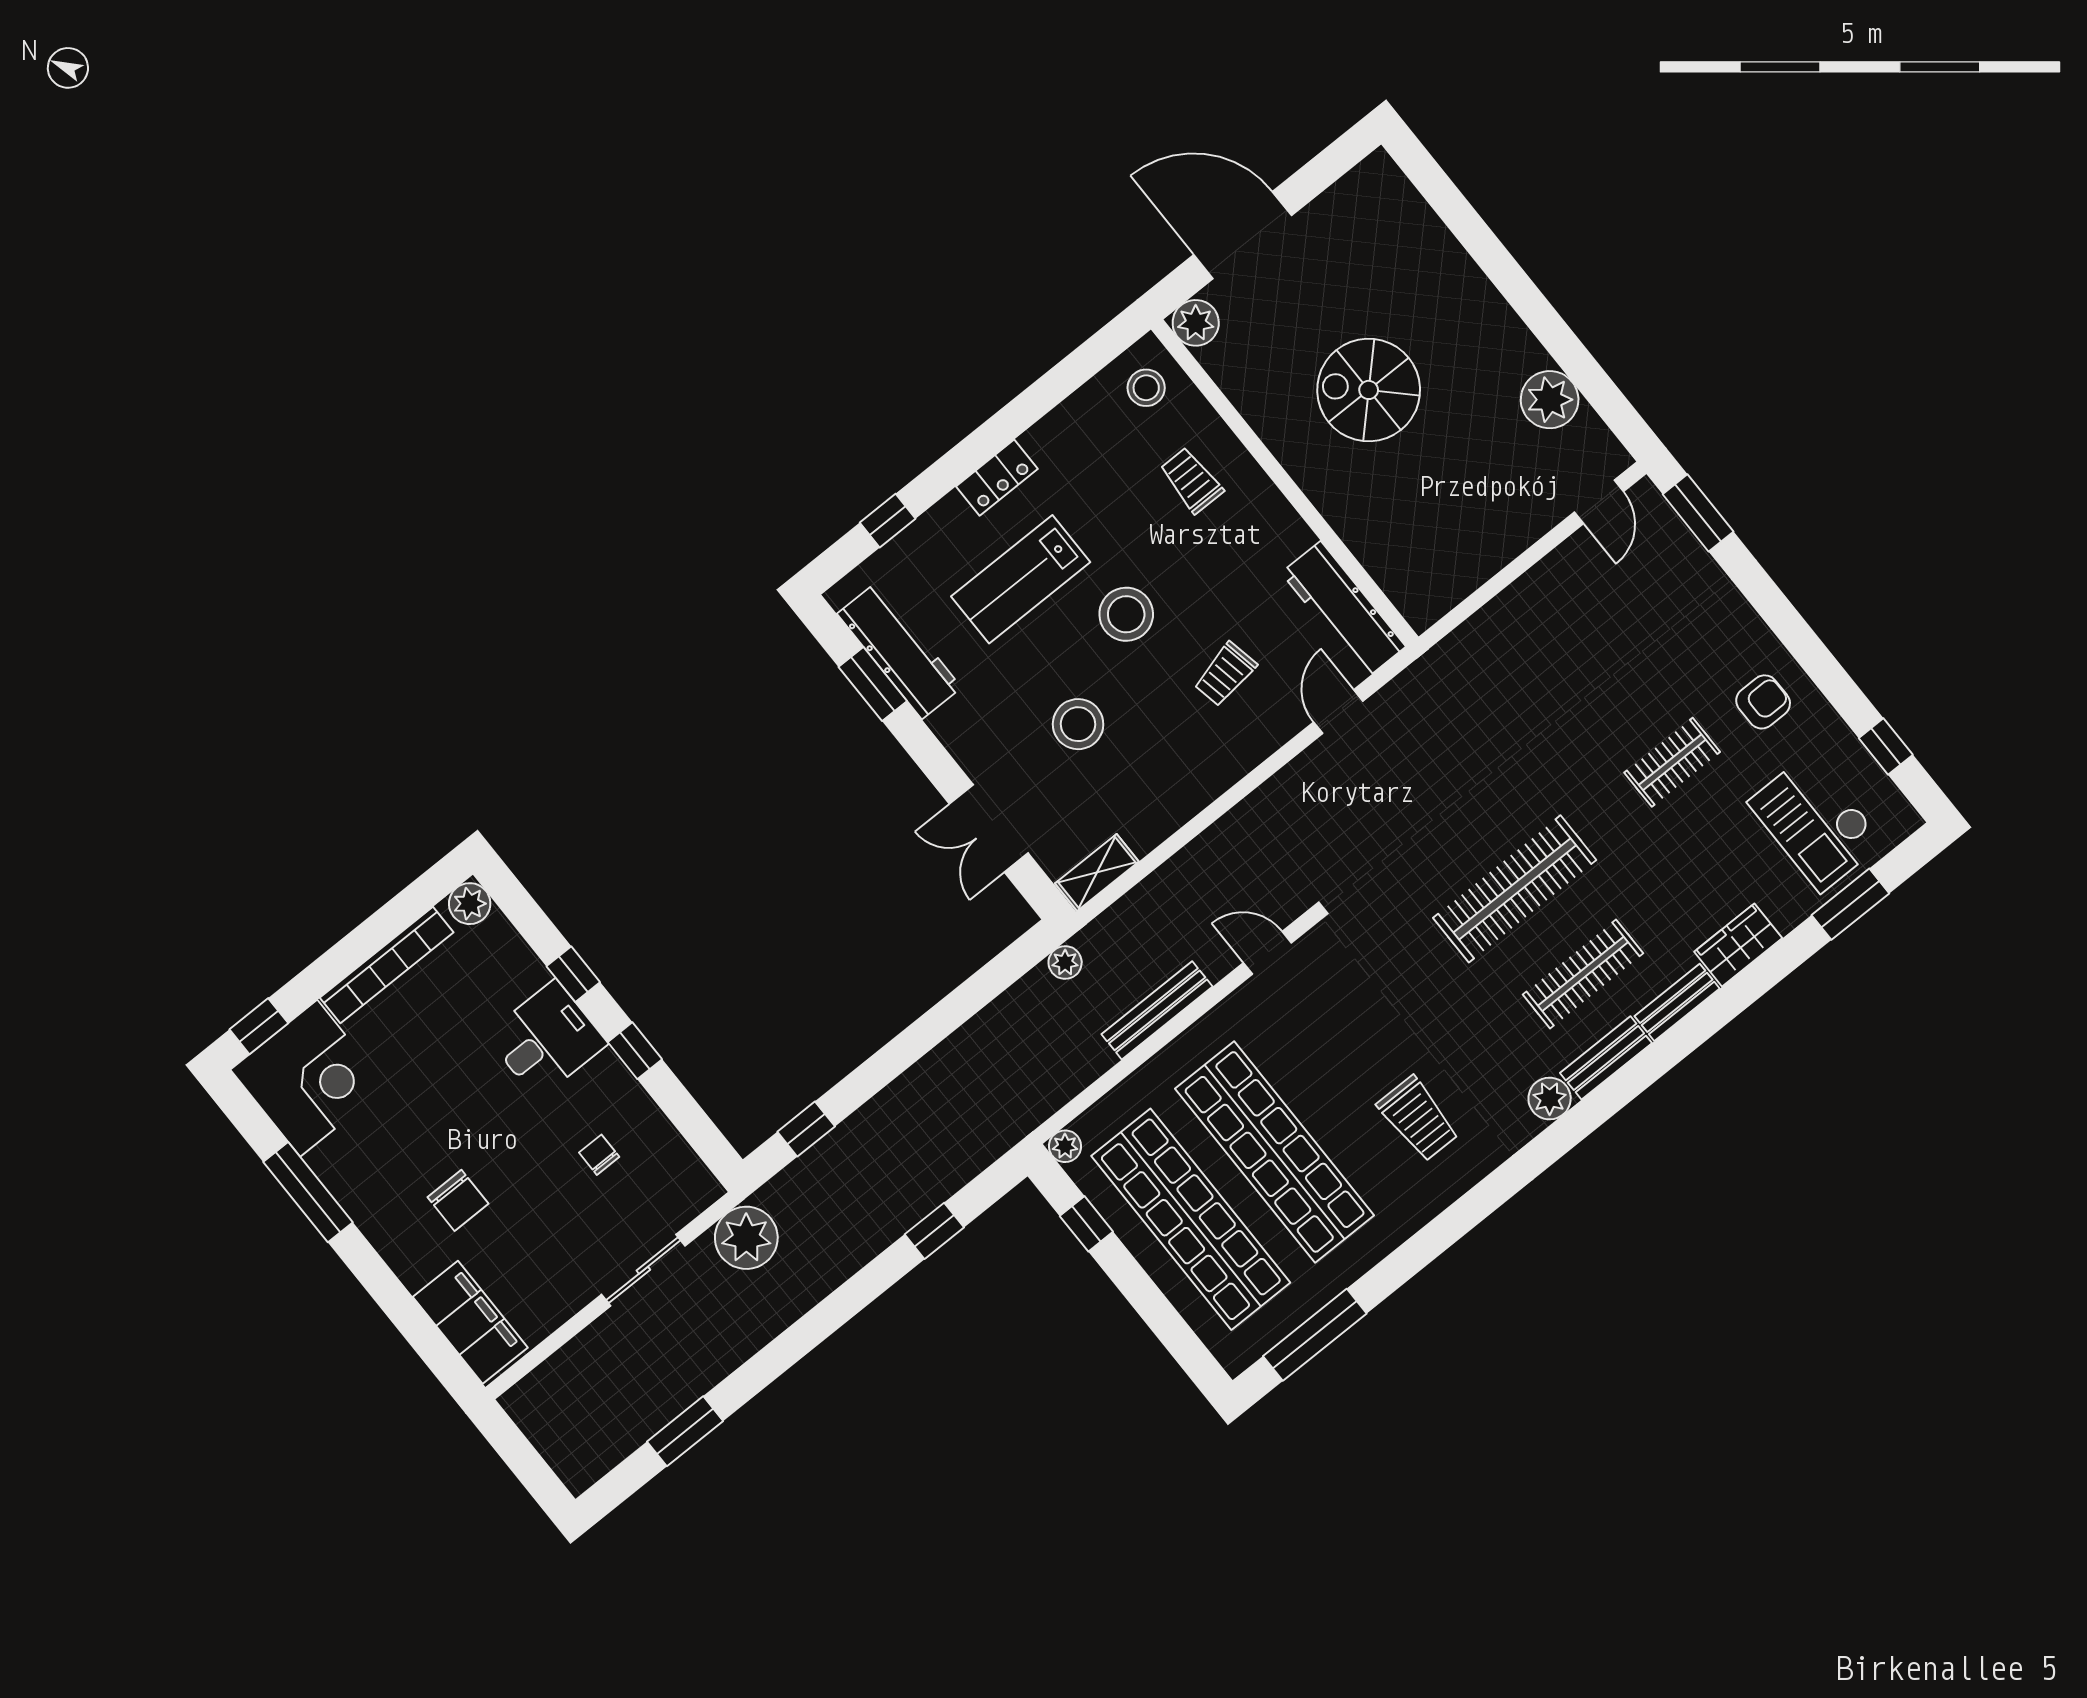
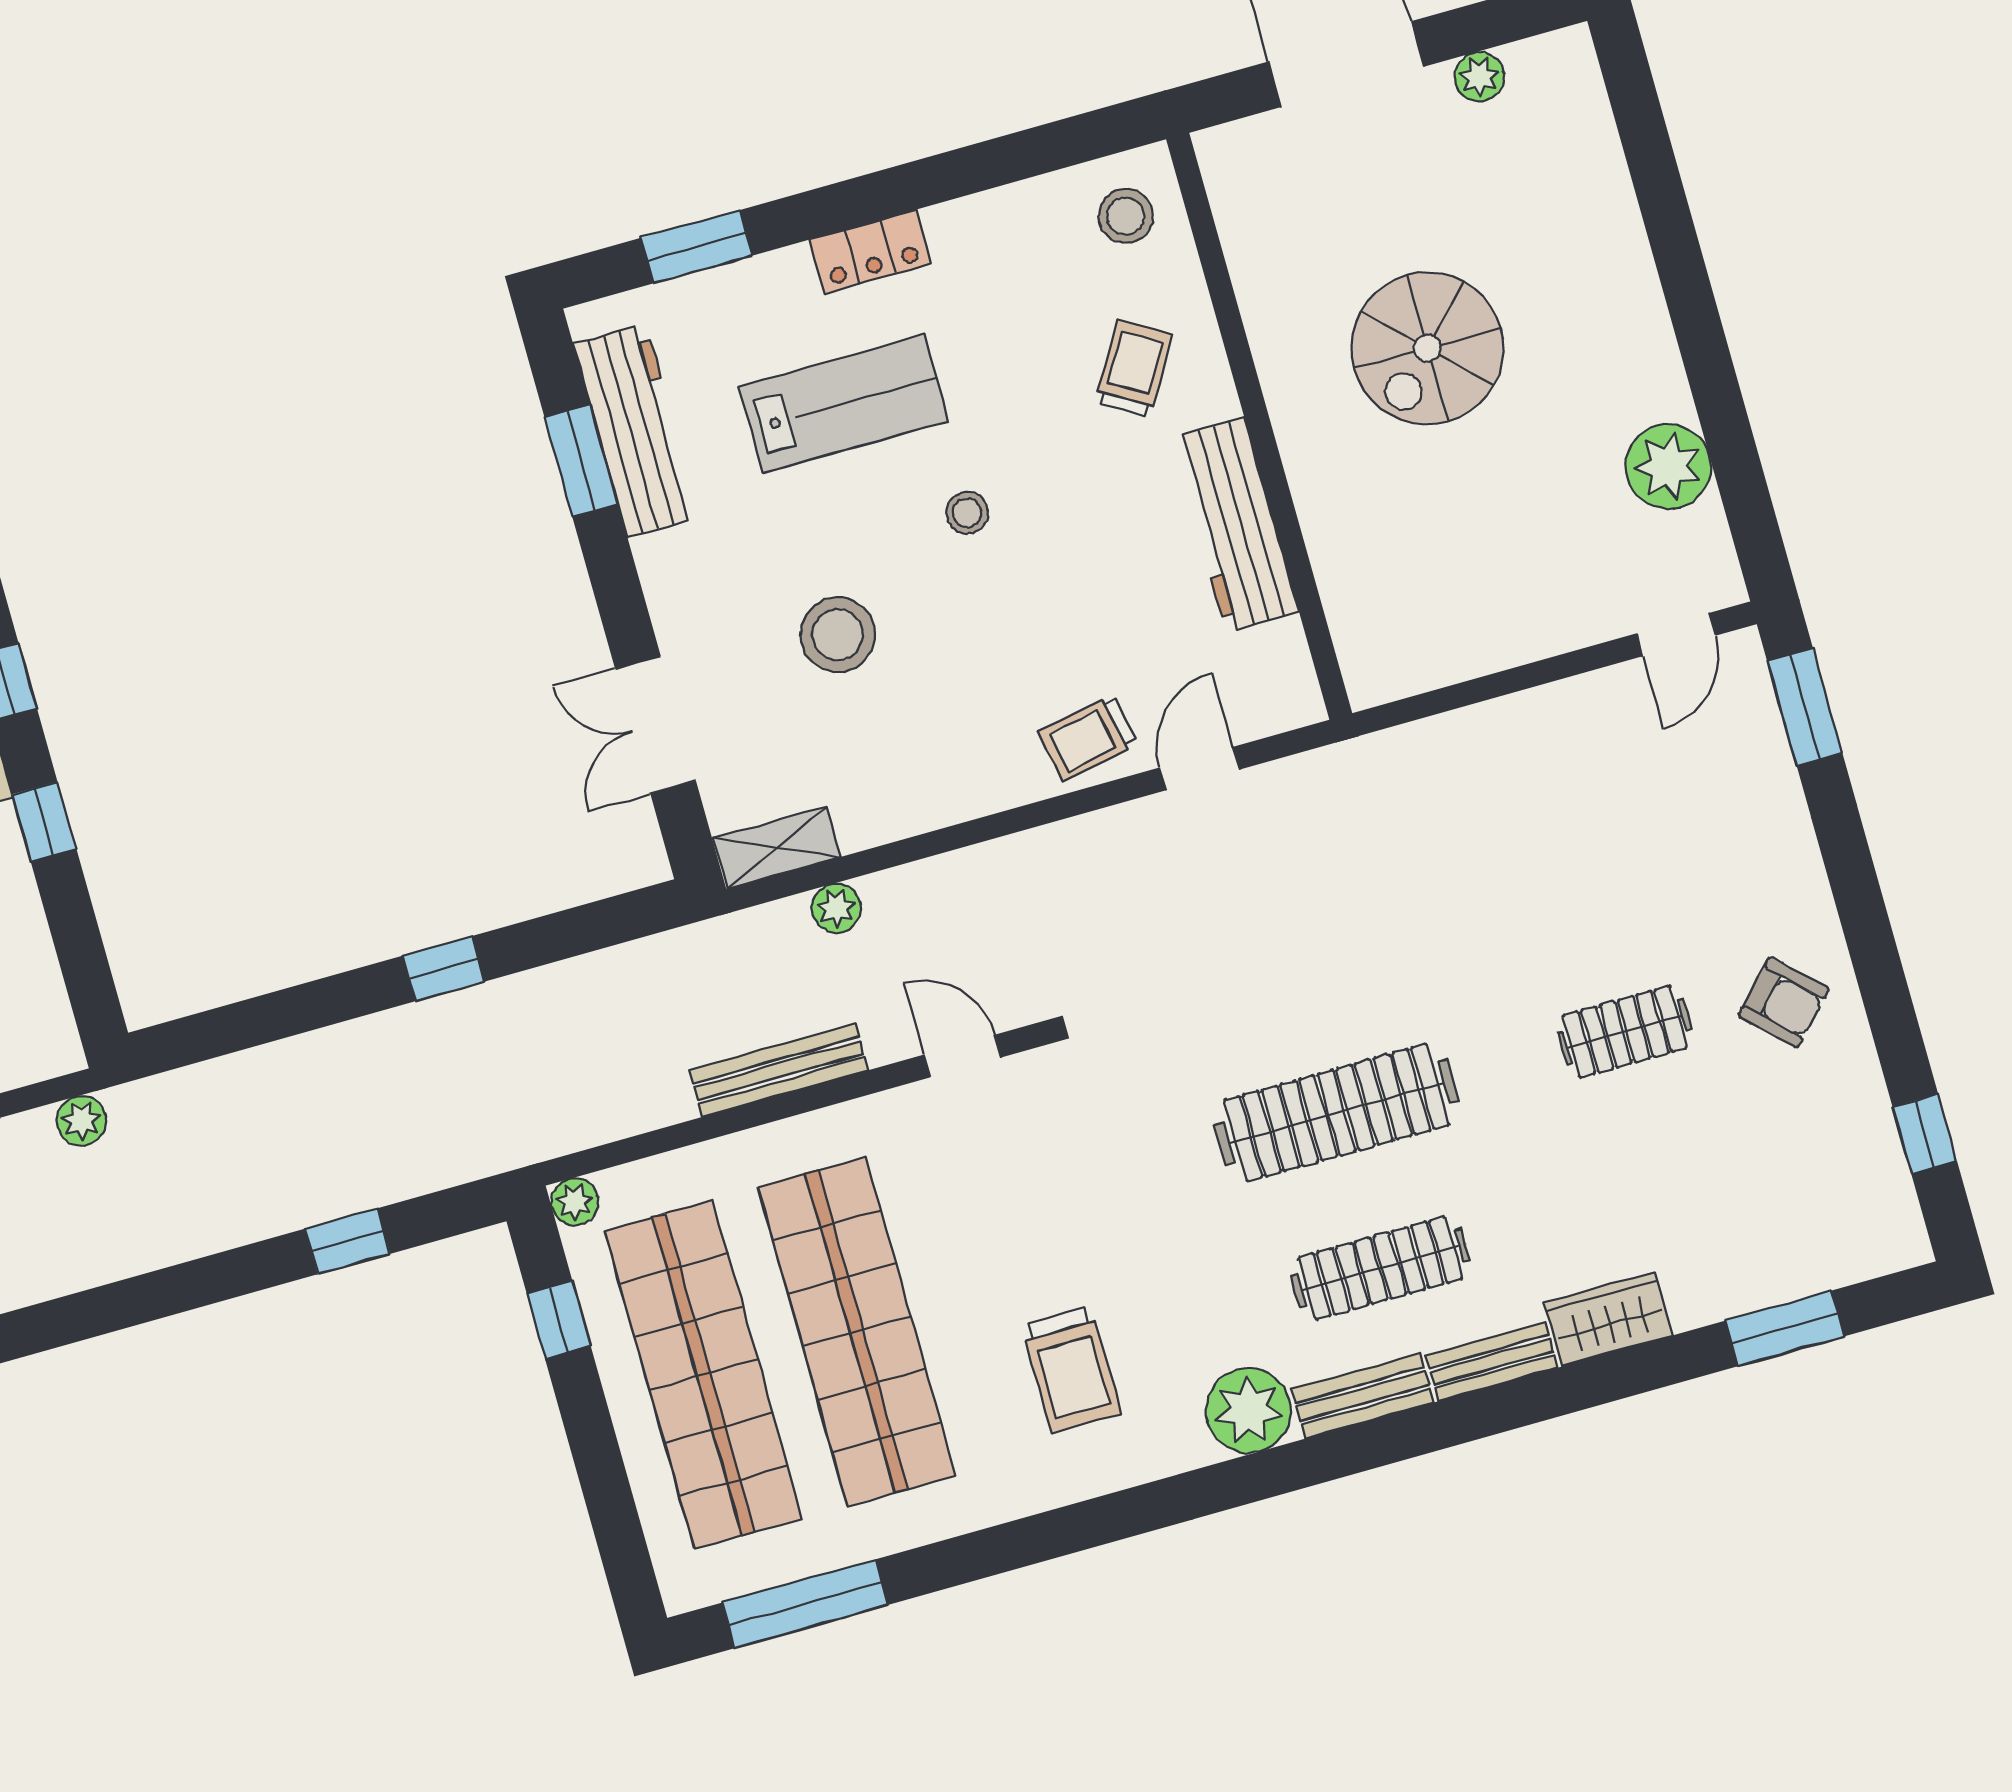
plant: (1196, 323) -> (1479, 77), moved, width x0.73, depth x0.73
spiral stairs: (1369, 390) -> (1428, 348), turned -90
trolley: (1192, 480) -> (1134, 368), turned 31
window: (888, 521) -> (696, 247), width x1.50
lab bench: (1021, 579) -> (844, 404), turned 180
workbench: (1343, 610) -> (1235, 525), moved
stool: (1126, 614) -> (967, 513), width x0.53, depth x0.53
trolley: (1225, 674) -> (1088, 738), moved
armchair: (1763, 702) -> (1784, 1002), turned 44
checkout: (1816, 822) -> (1785, 1197), removed
plant: (1065, 962) -> (836, 908), moved
plant: (1550, 1099) -> (1248, 1411), width x1.36, depth x1.36
window: (806, 1129) -> (444, 969), moved
plant: (746, 1238) -> (81, 1121), width x0.53, depth x0.53

